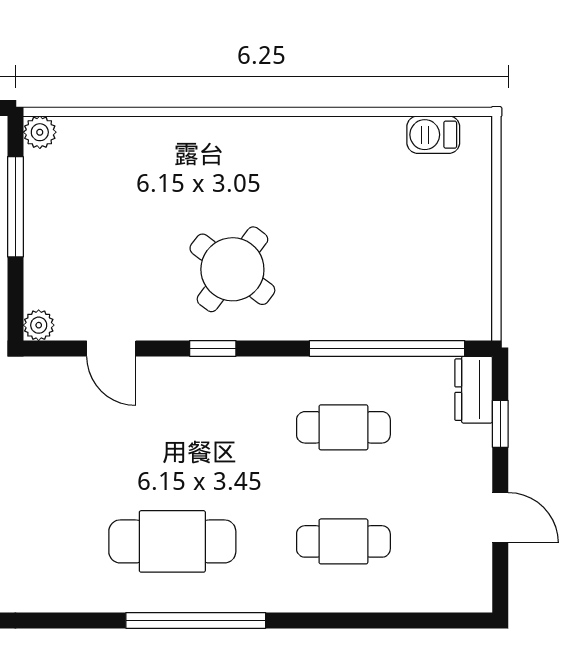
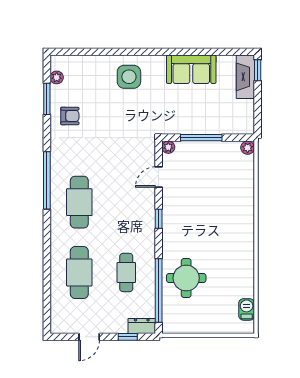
window: (15, 207) -> (201, 138), moved
round table: (232, 269) -> (186, 278), moved, turned -37
cafe table: (343, 541) -> (79, 272), width x1.37, depth x1.35
window: (196, 620) -> (47, 180), moved

